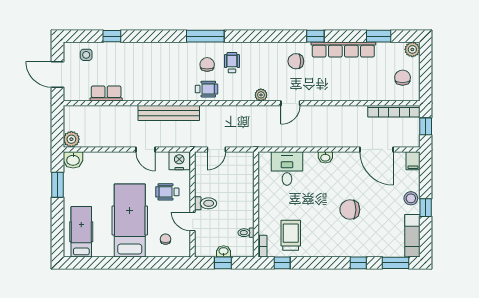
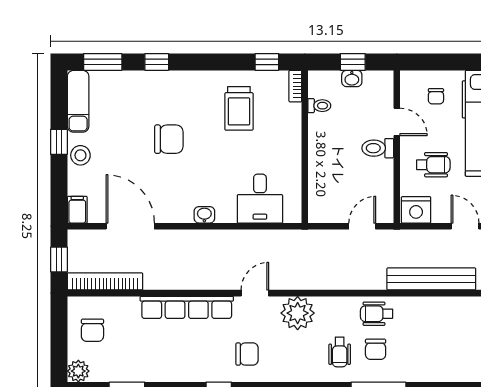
row of seats: (343, 50) -> (187, 307), moved, turned 180
plant: (261, 95) -> (298, 313), width x1.87, depth x1.87
trolley: (291, 235) -> (239, 108), moved

